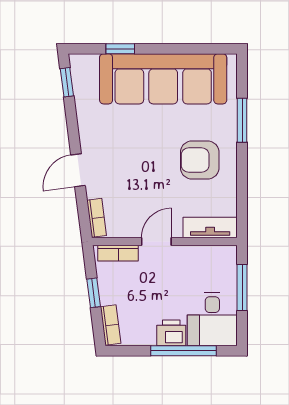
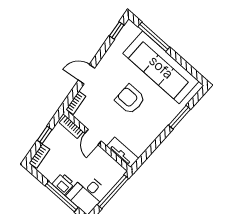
window: (120, 49) -> (154, 37), width x2.17
armchair: (200, 160) -> (130, 99), moved
door: (156, 242) -> (93, 137), swing flipped
window: (242, 287) -> (113, 192), width x1.44

